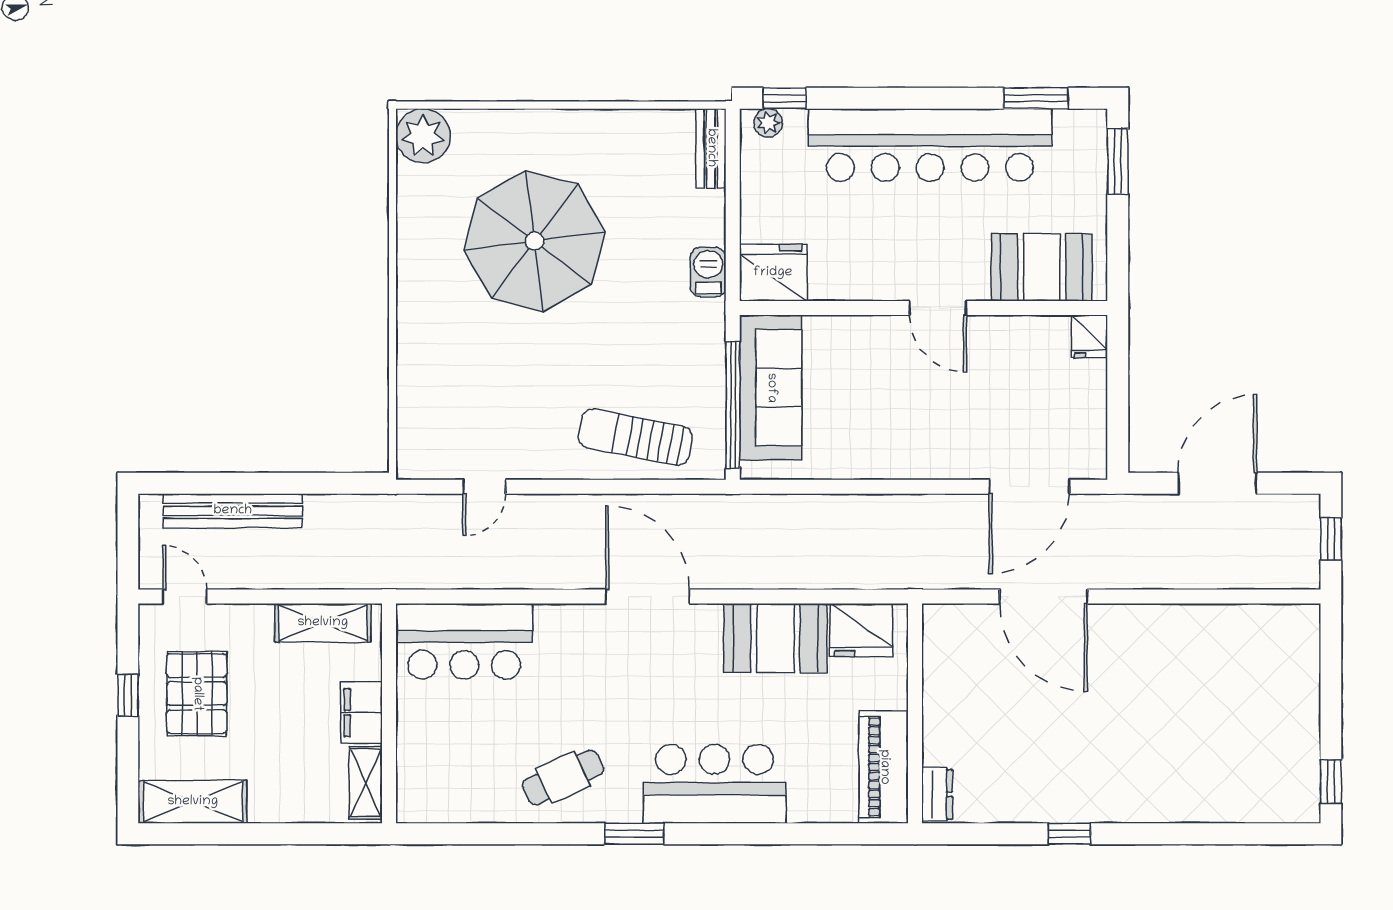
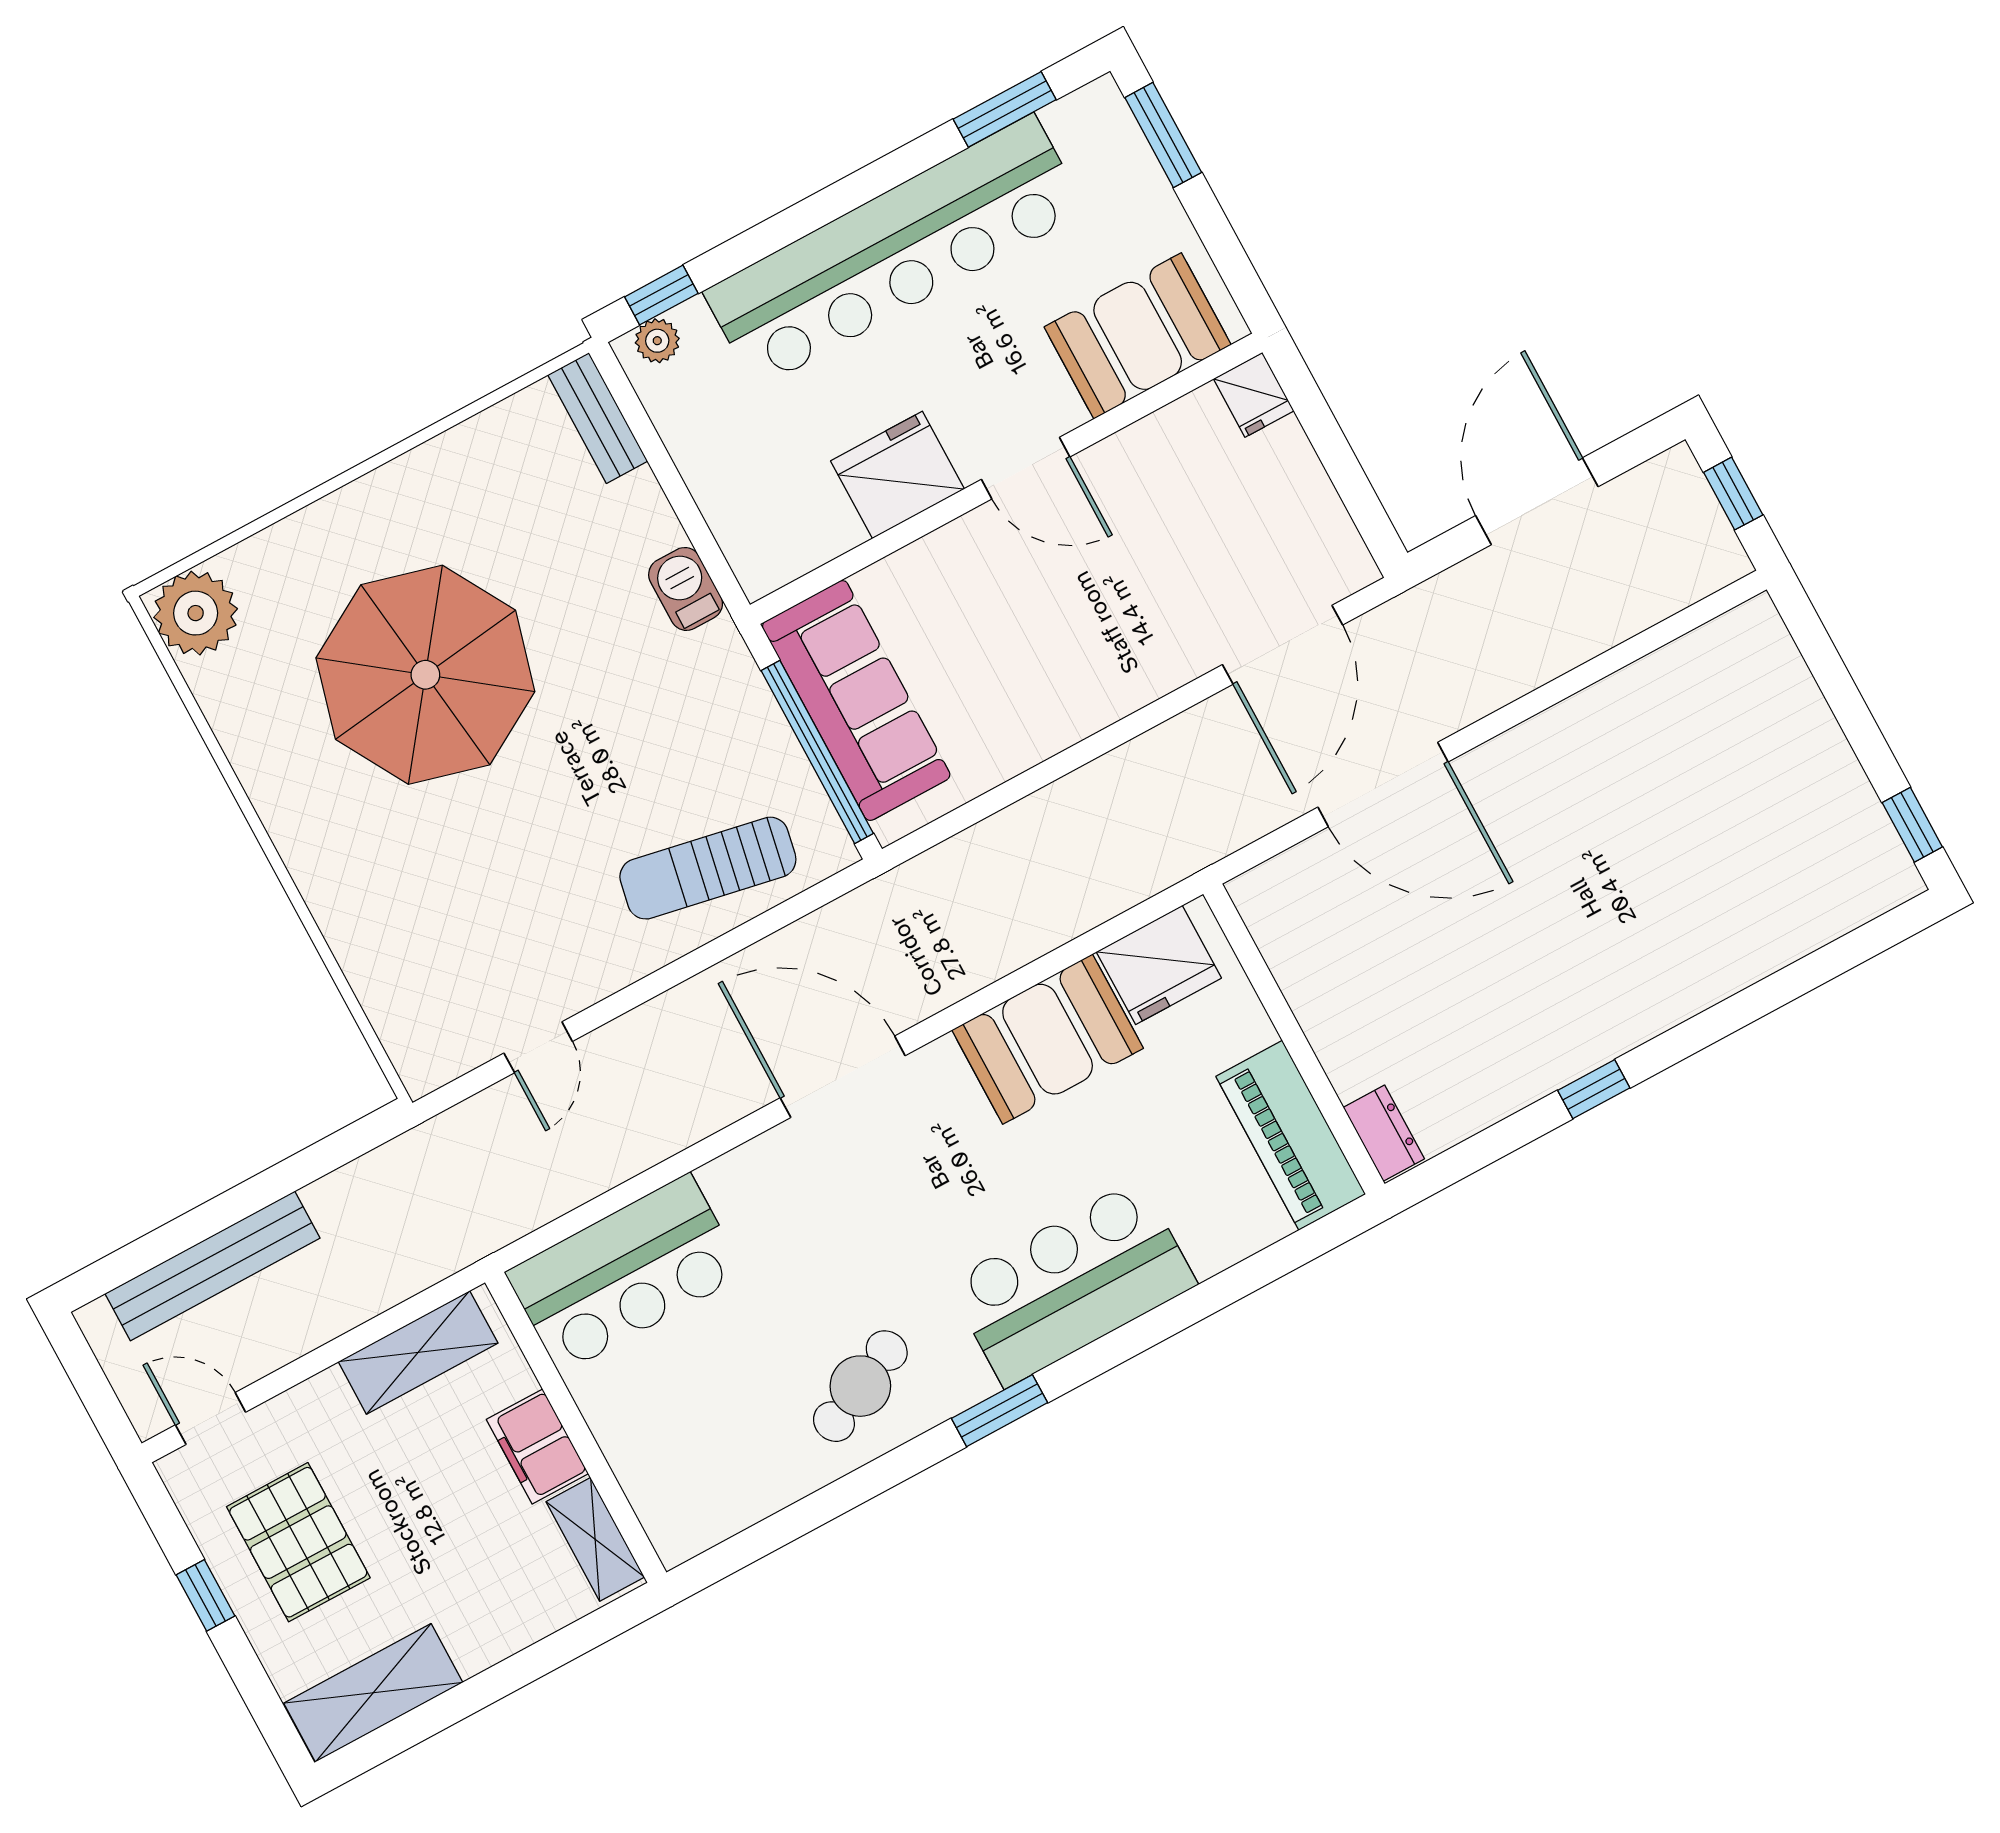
fridge: (773, 273) -> (898, 475), moved

